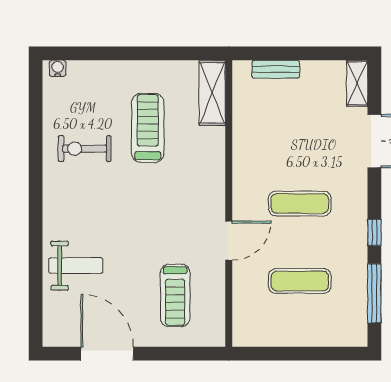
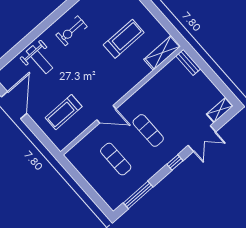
bench: (276, 69) -> (188, 62), moved
exercise bike: (85, 149) -> (72, 31), moved, turned -90
window: (374, 232) -> (175, 162), moved

